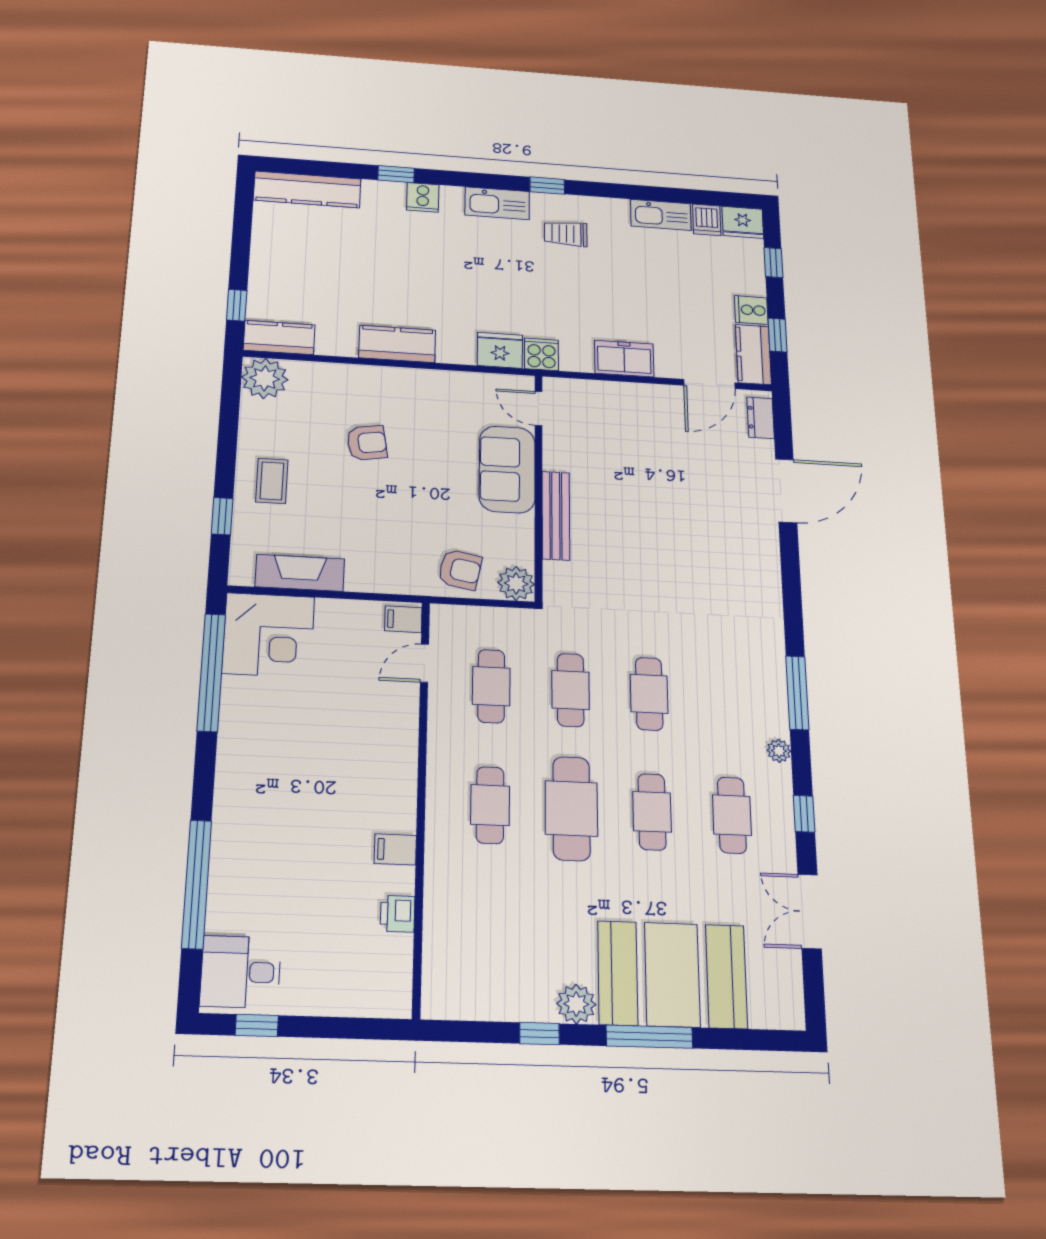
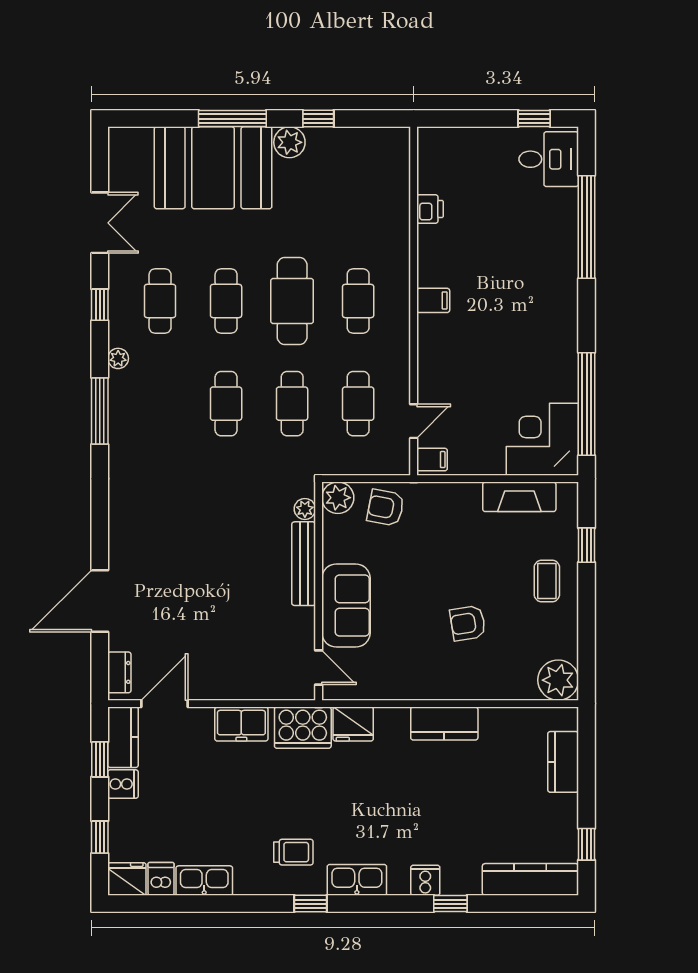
window: (237, 305) -> (587, 844), moved
kitchen counter: (279, 338) -> (563, 762), moved, turned 90
cooker: (541, 354) -> (303, 728), width x1.87, depth x1.31
plant: (555, 573) -> (305, 509), added
filing cabinet: (395, 849) -> (433, 300), moved

